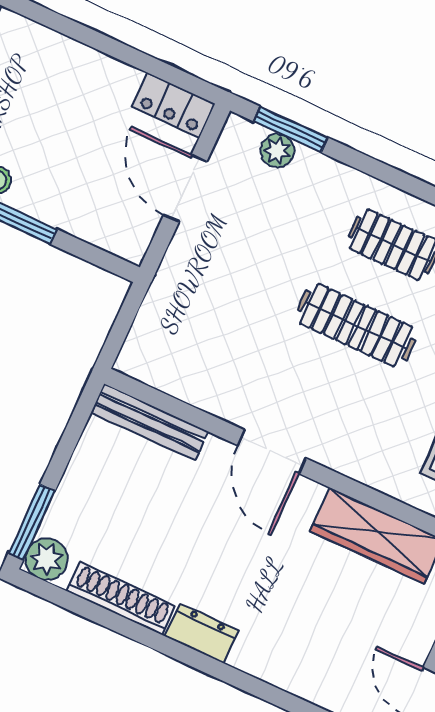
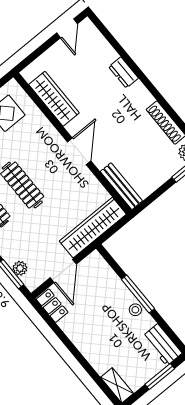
wardrobe: (167, 308) -> (93, 228), added
dresser: (202, 633) -> (124, 72), moved

